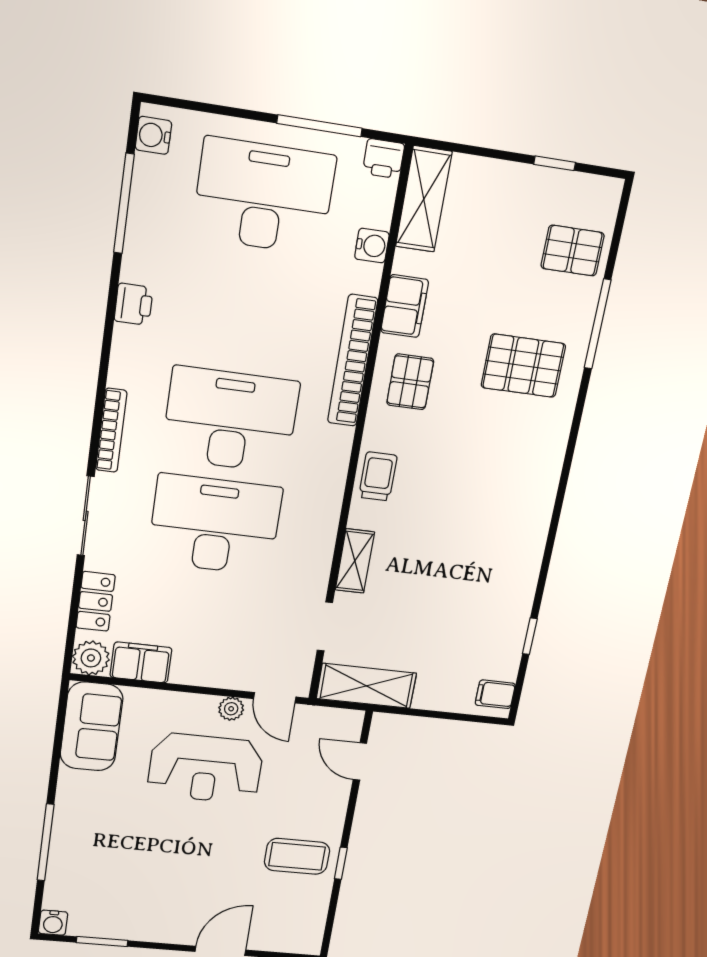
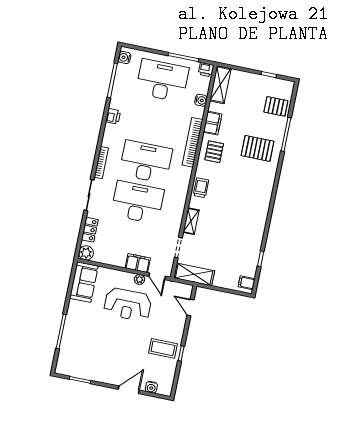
filing cabinet: (141, 662) -> (138, 263), moved
water cooler: (53, 923) -> (151, 387), moved

